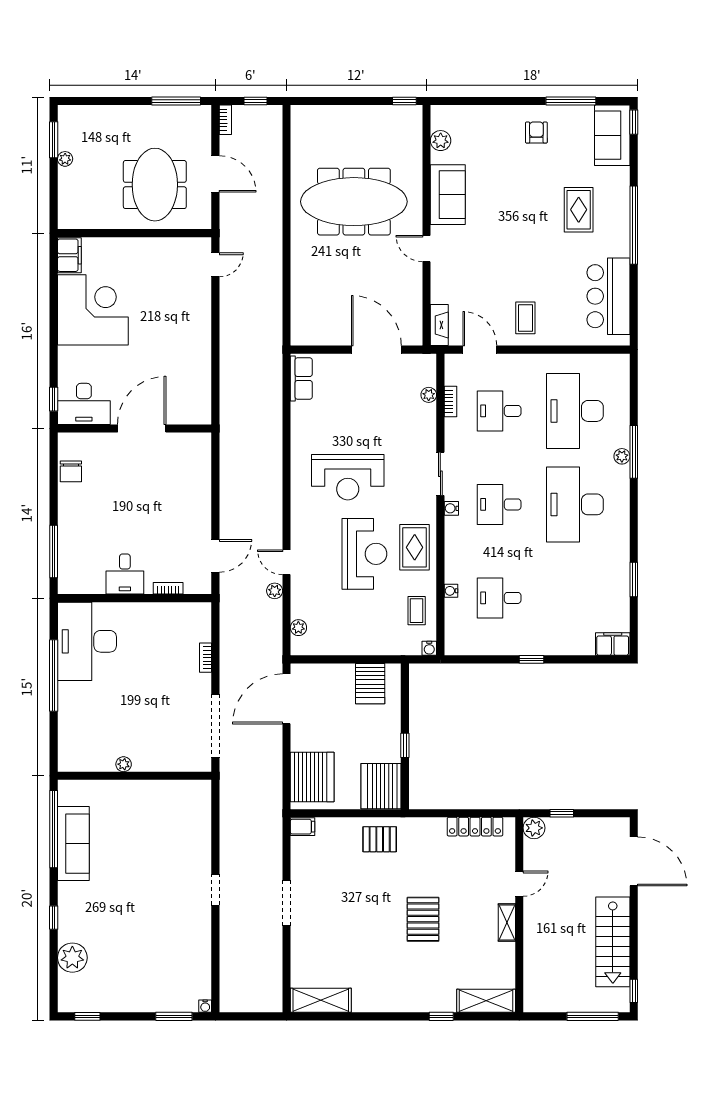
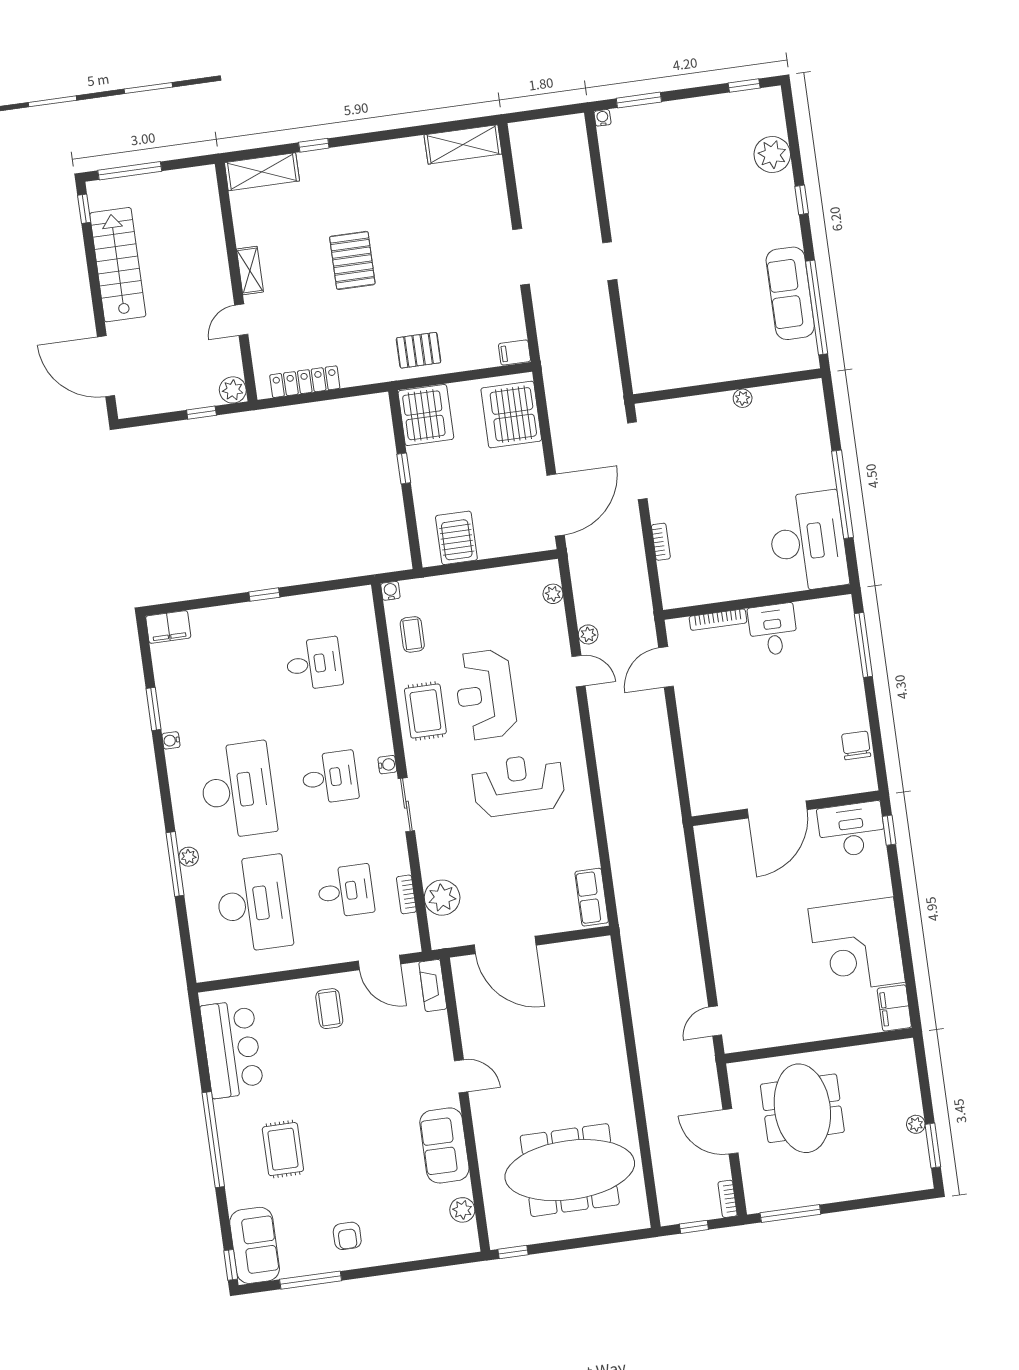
meeting table: (354, 202) -> (570, 1170), moved
plant: (429, 395) -> (442, 898), width x1.88, depth x1.88
bookcase: (168, 588) -> (718, 620), width x1.56
water cooler: (451, 591) -> (171, 740), moved, turned 180

